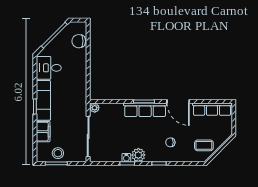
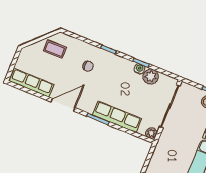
door: (178, 101) -> (63, 105), hinge flipped
row of seats: (145, 110) -> (117, 117), moved
plant: (138, 155) -> (151, 77), moved

